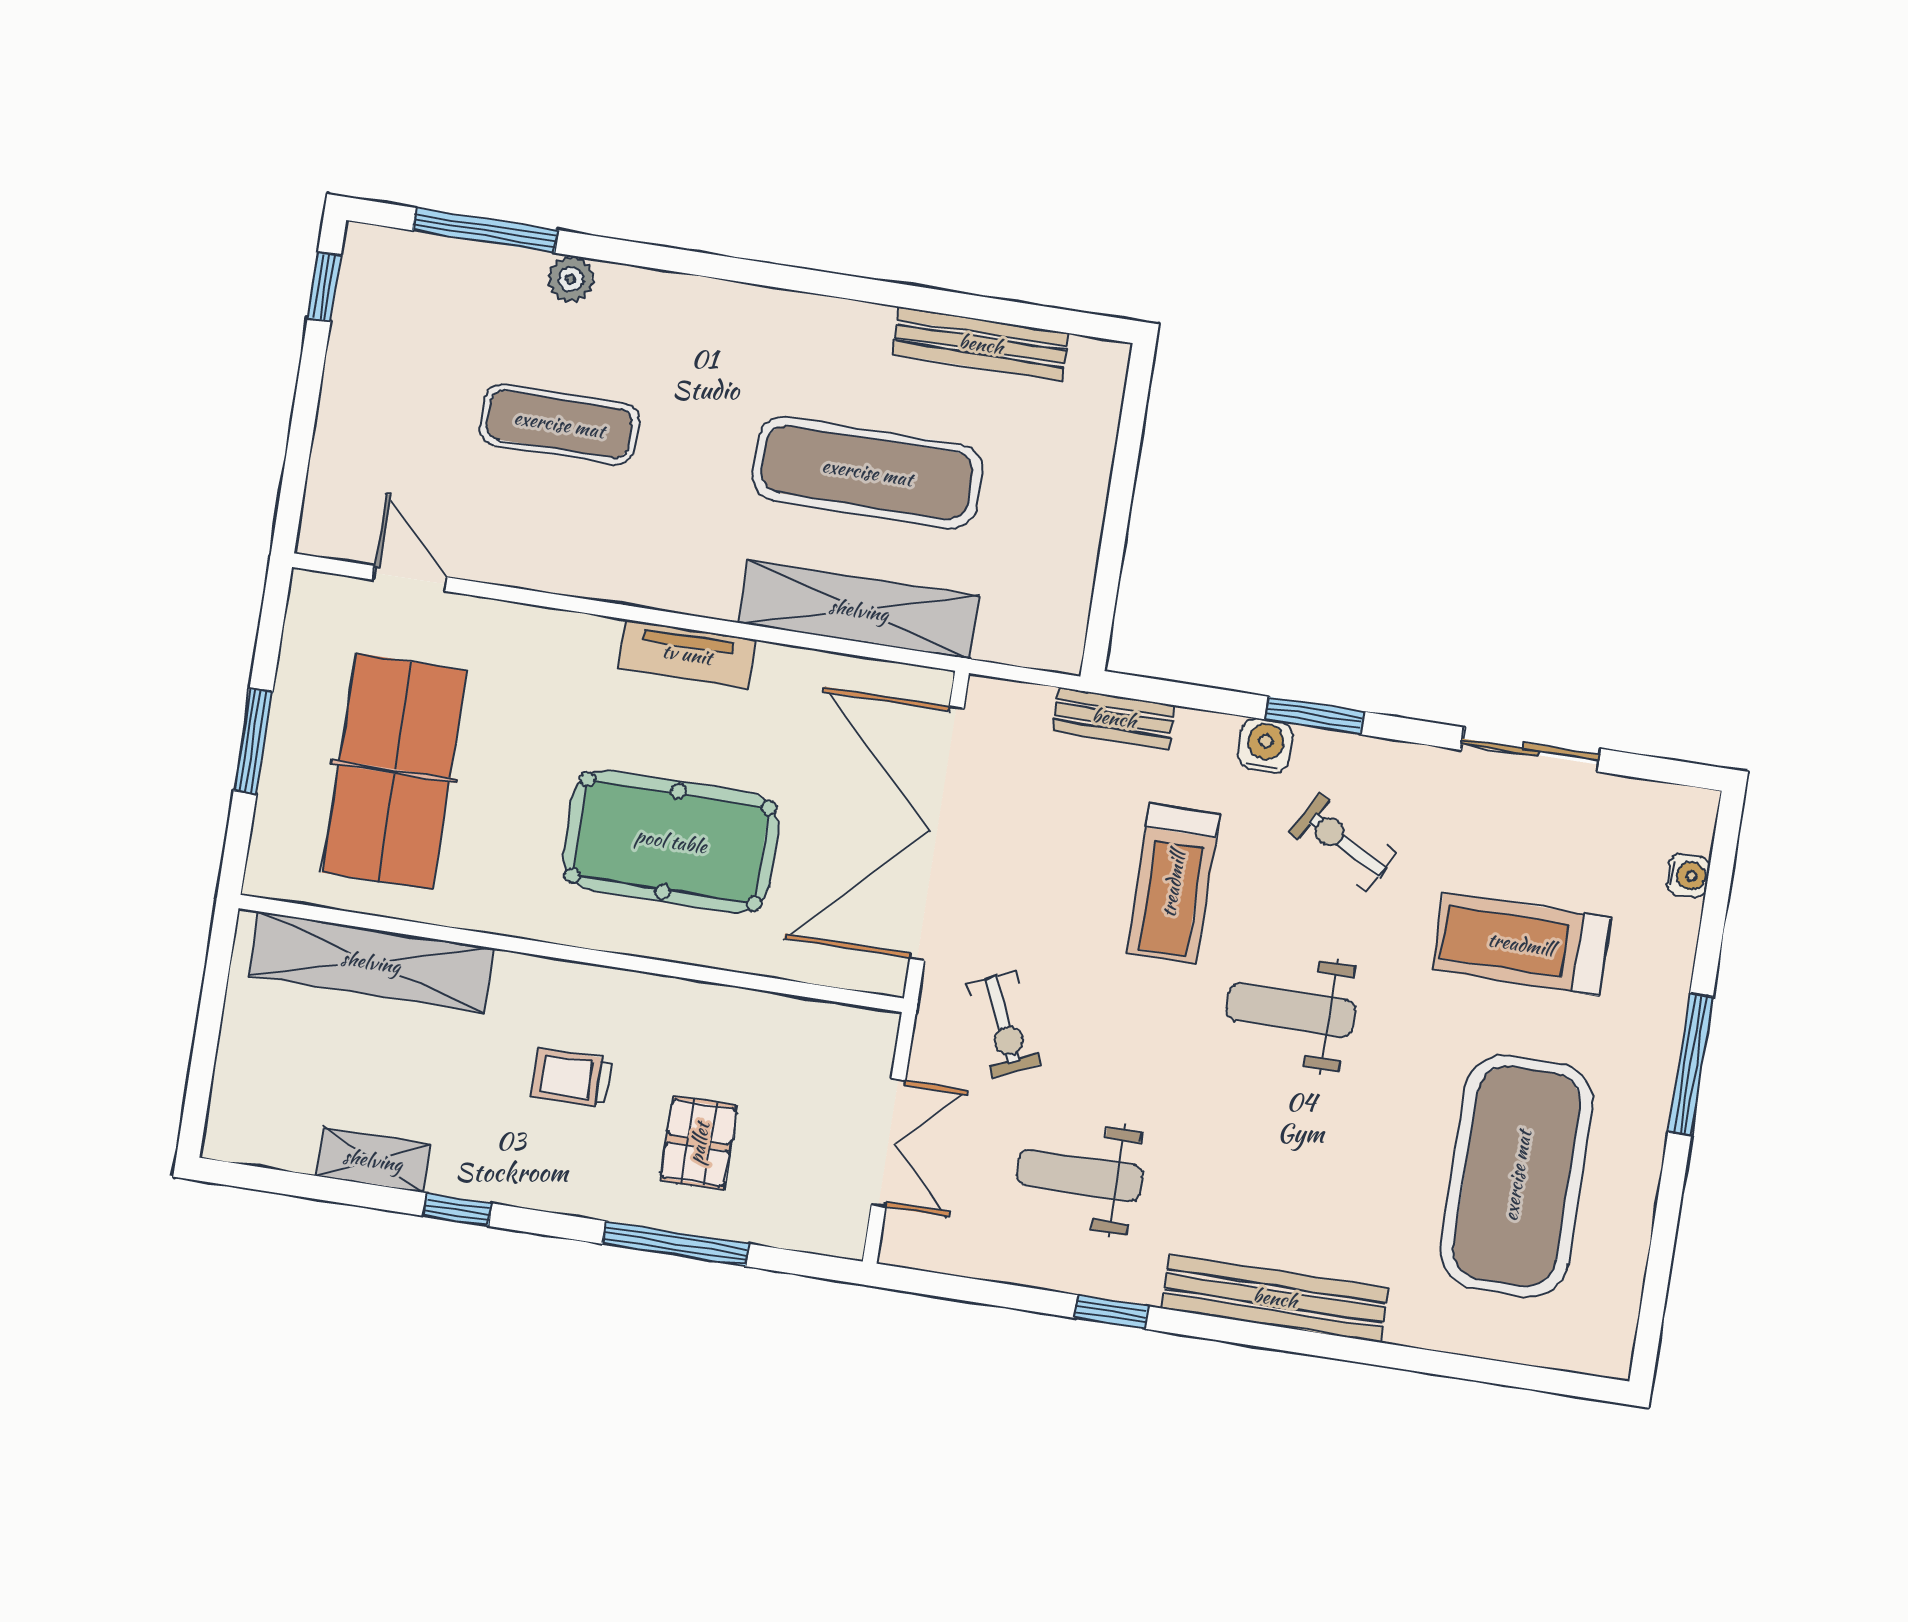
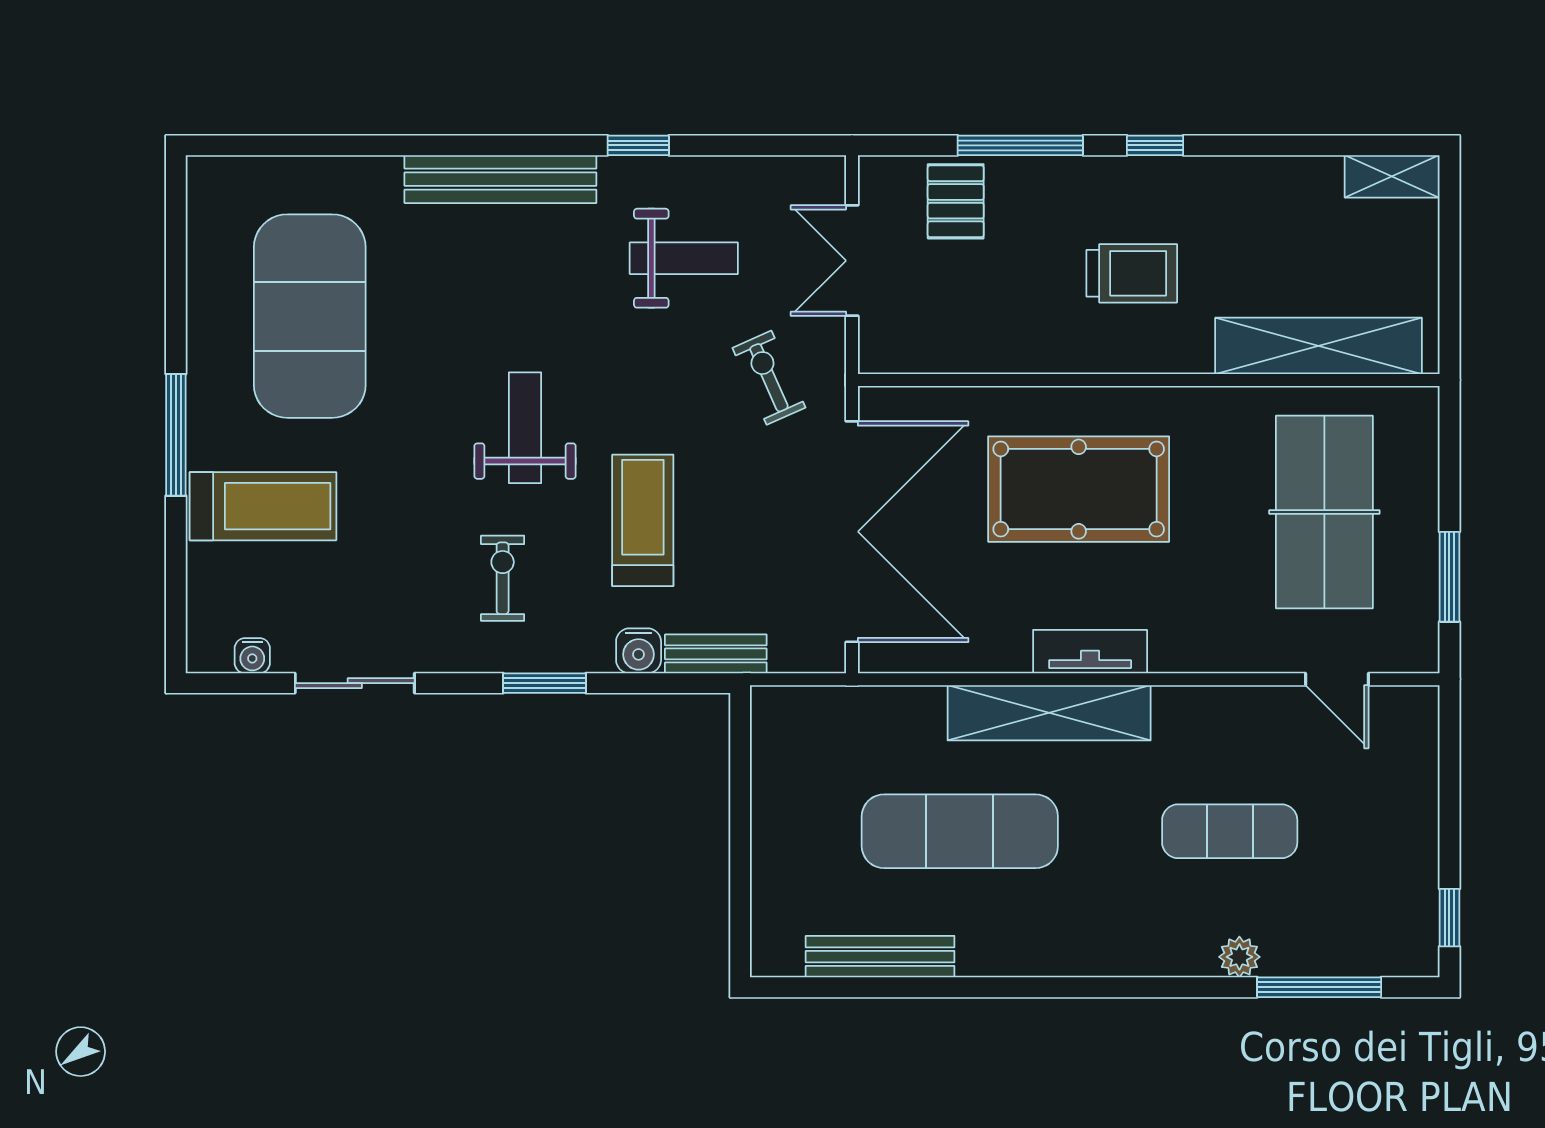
shelving: (859, 610) -> (1049, 713), moved
window: (253, 741) -> (1449, 577), moved
water cooler: (1265, 746) -> (639, 651), moved
exercise bike: (1344, 843) -> (503, 578), turned -119
water cooler: (1688, 875) -> (252, 656), moved, turned -90
treadmill: (1521, 944) -> (263, 506), moved
weight bench: (1291, 1010) -> (525, 428), turned -90
trolley: (572, 1078) -> (1132, 273), width x1.36, depth x1.39
pallet: (699, 1143) -> (956, 201), moved
shelving: (373, 1160) -> (1392, 176), moved
window: (458, 1210) -> (1155, 145), moved

